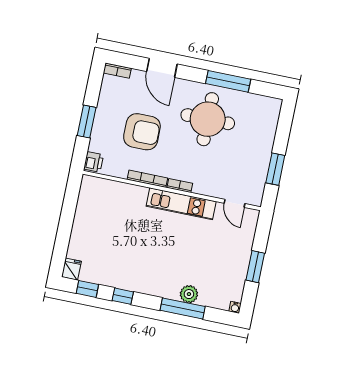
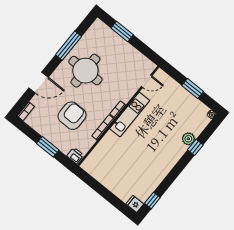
window: (275, 169) -> (122, 31), moved
window: (123, 296) -> (168, 181), removed
window: (183, 308) -> (195, 147), width x0.46

